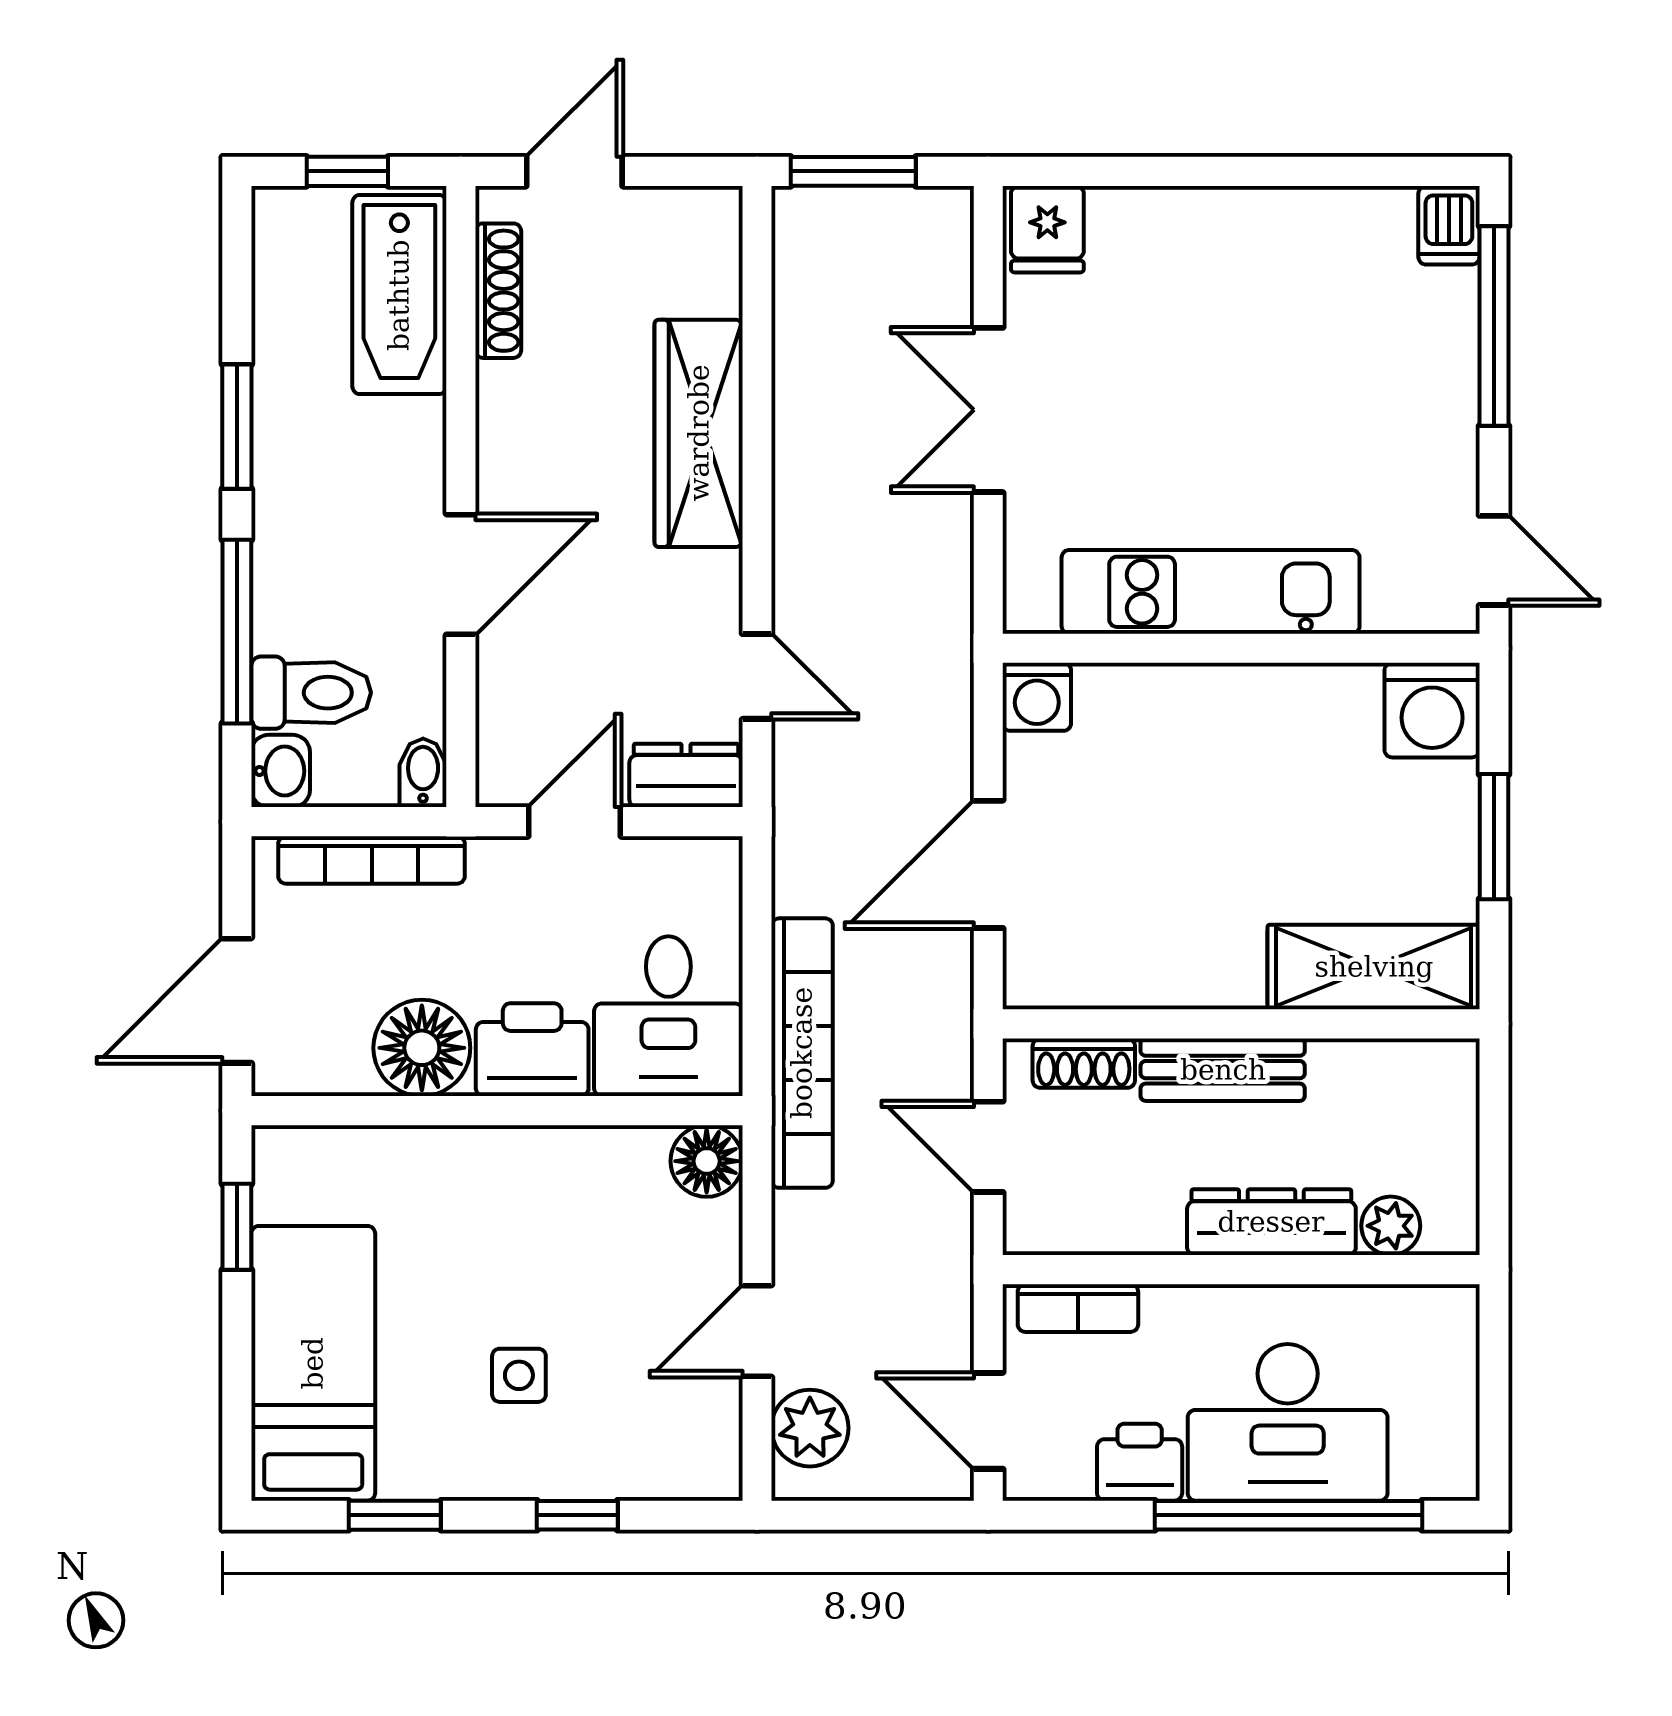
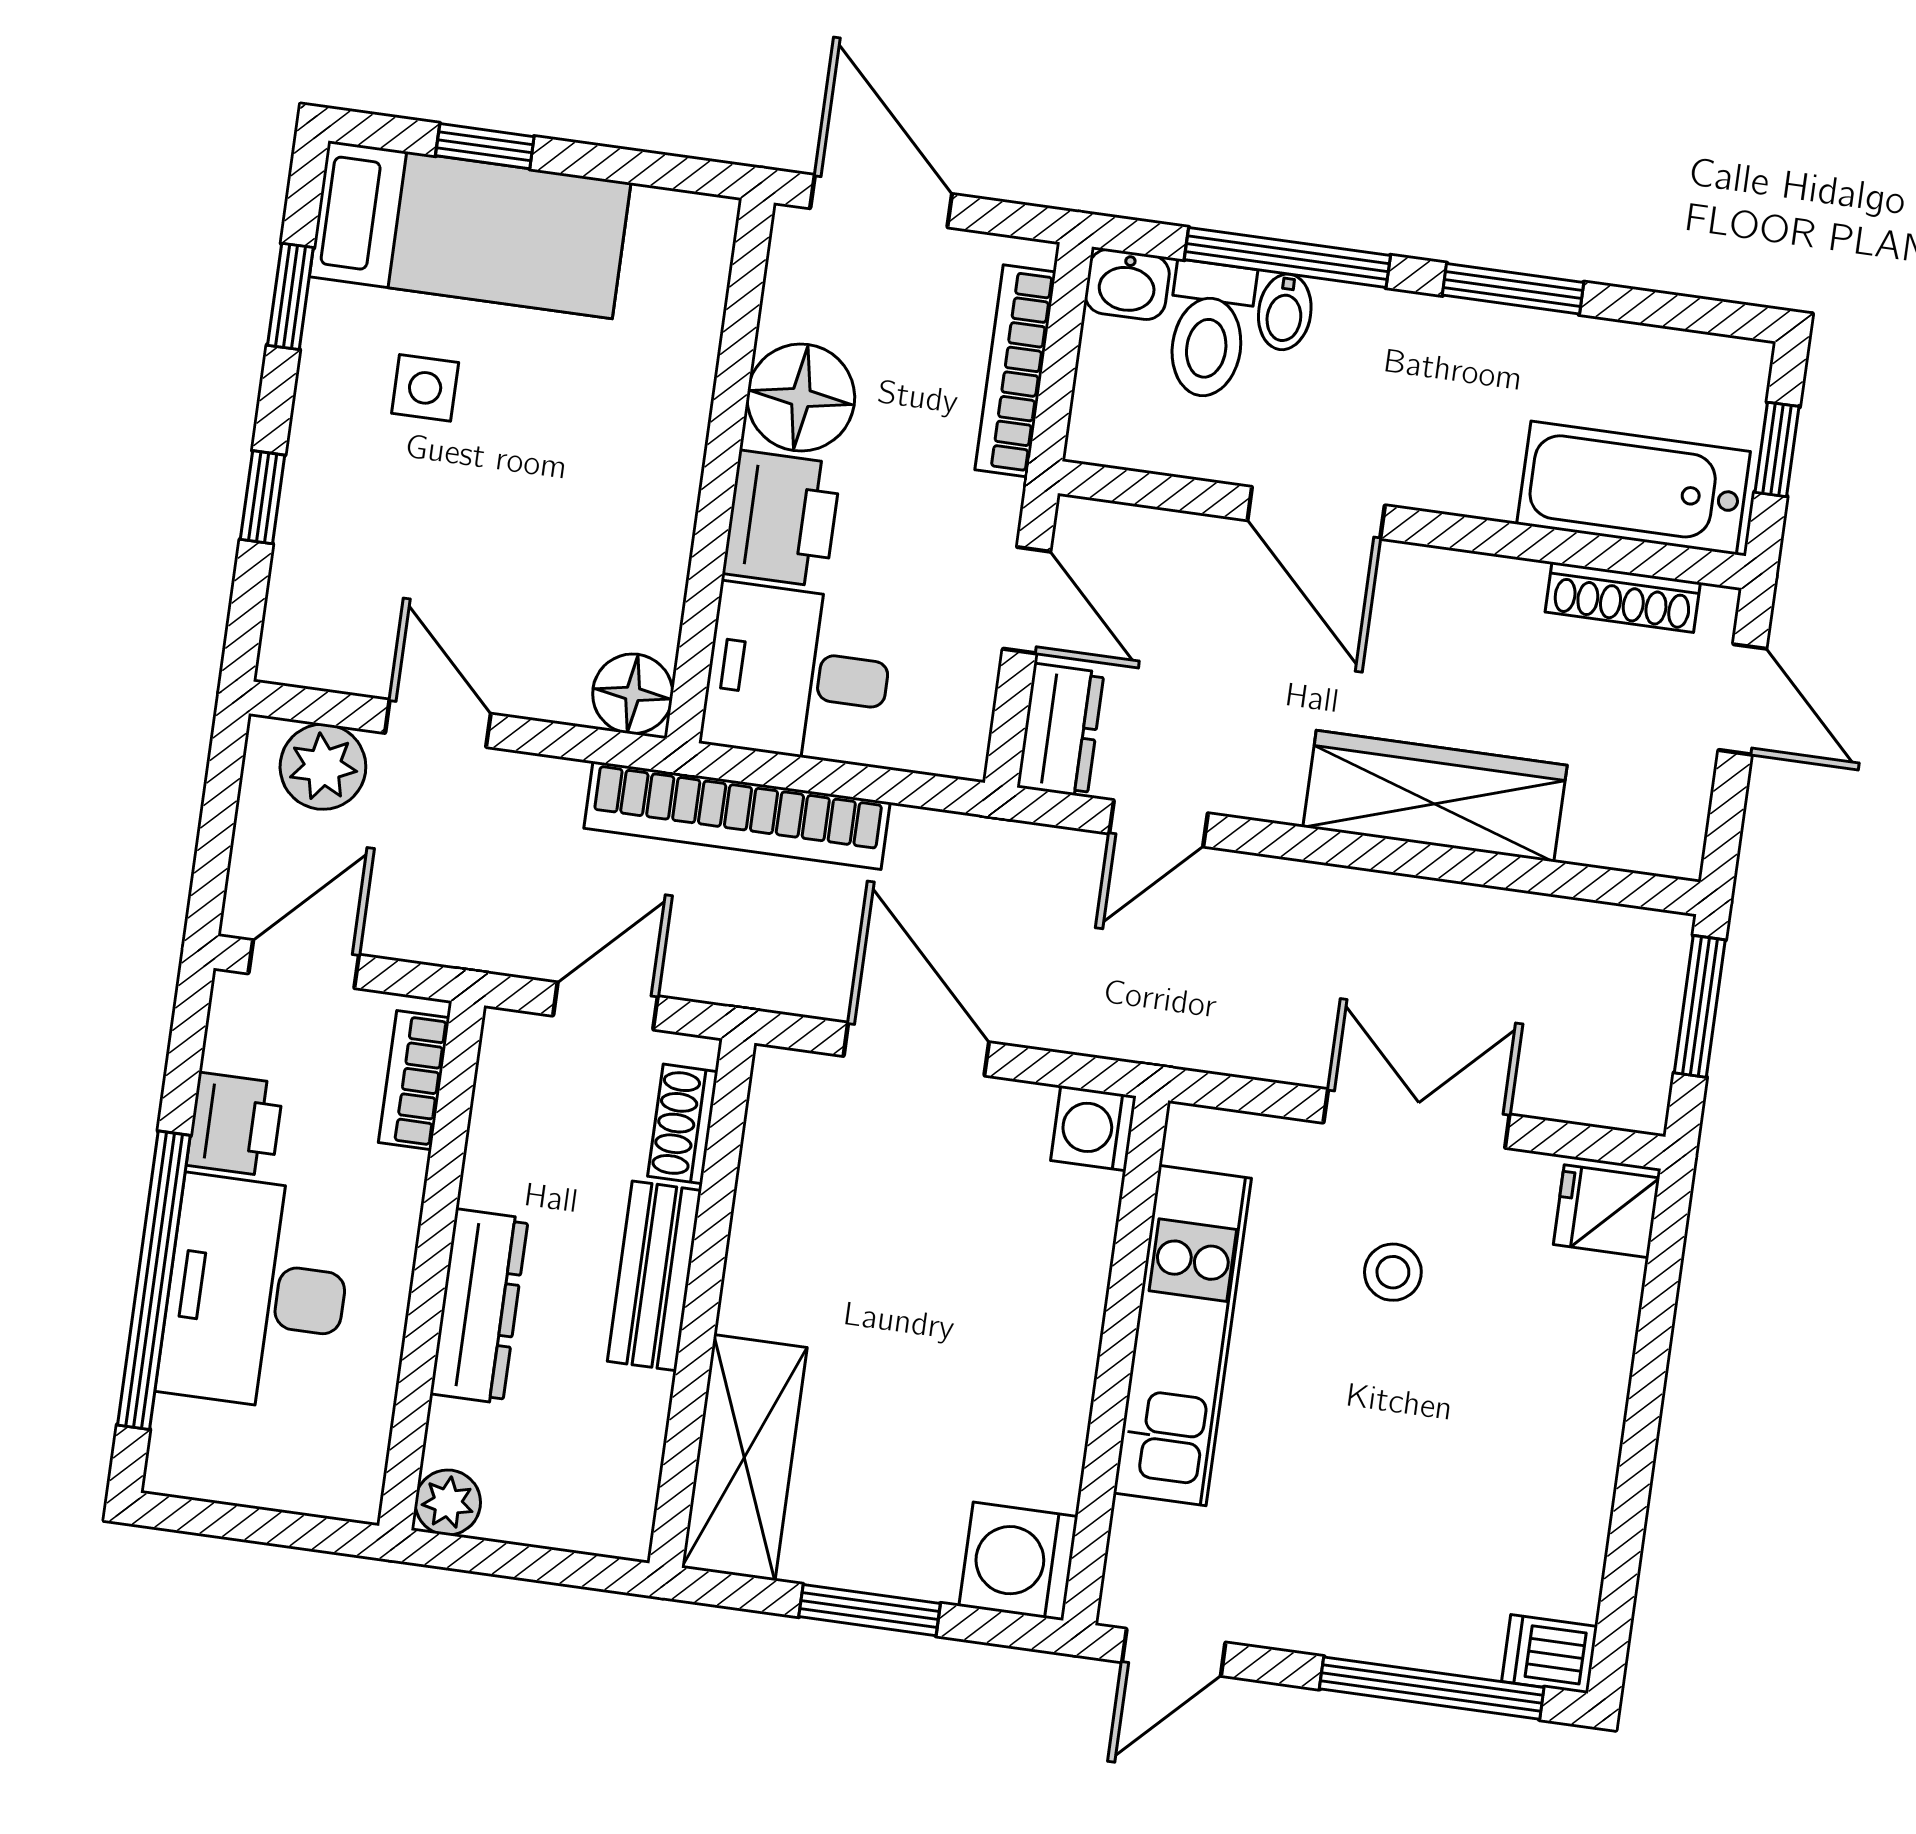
stool: (1128, 412) -> (1393, 1272), added
bidet: (423, 773) -> (1285, 312), moved, turned 90
plant: (1391, 1226) -> (448, 1502), moved
window: (237, 1227) -> (485, 146), moved
side table: (519, 1375) -> (425, 388), moved

